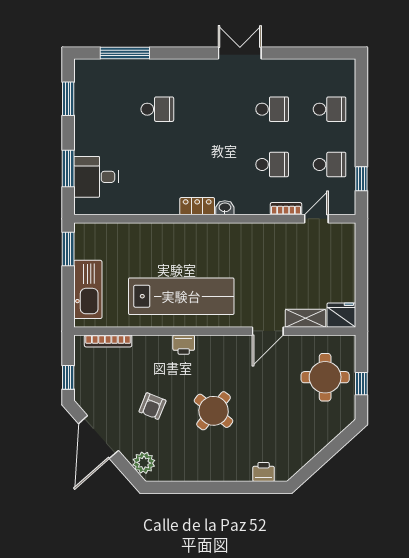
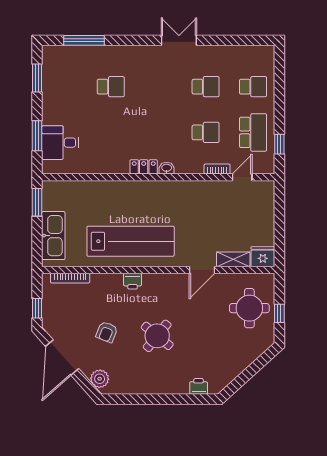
school desk: (330, 165) -> (253, 132), width x1.85

